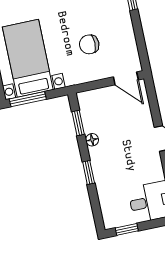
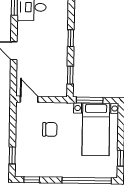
window: (28, 99) -> (90, 100), moved
floor lamp: (92, 140) -> (63, 61), removed

